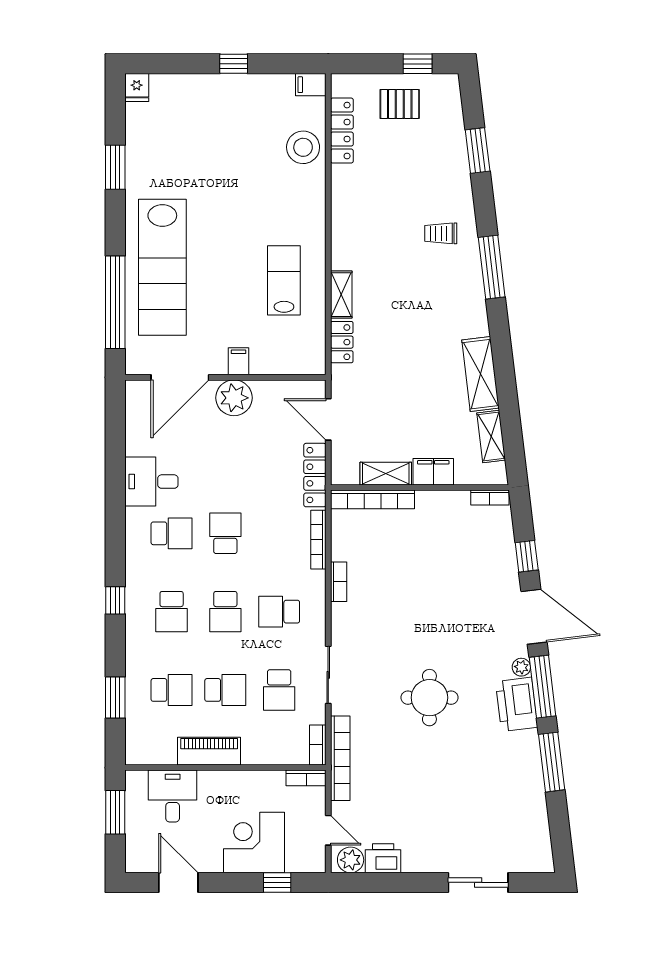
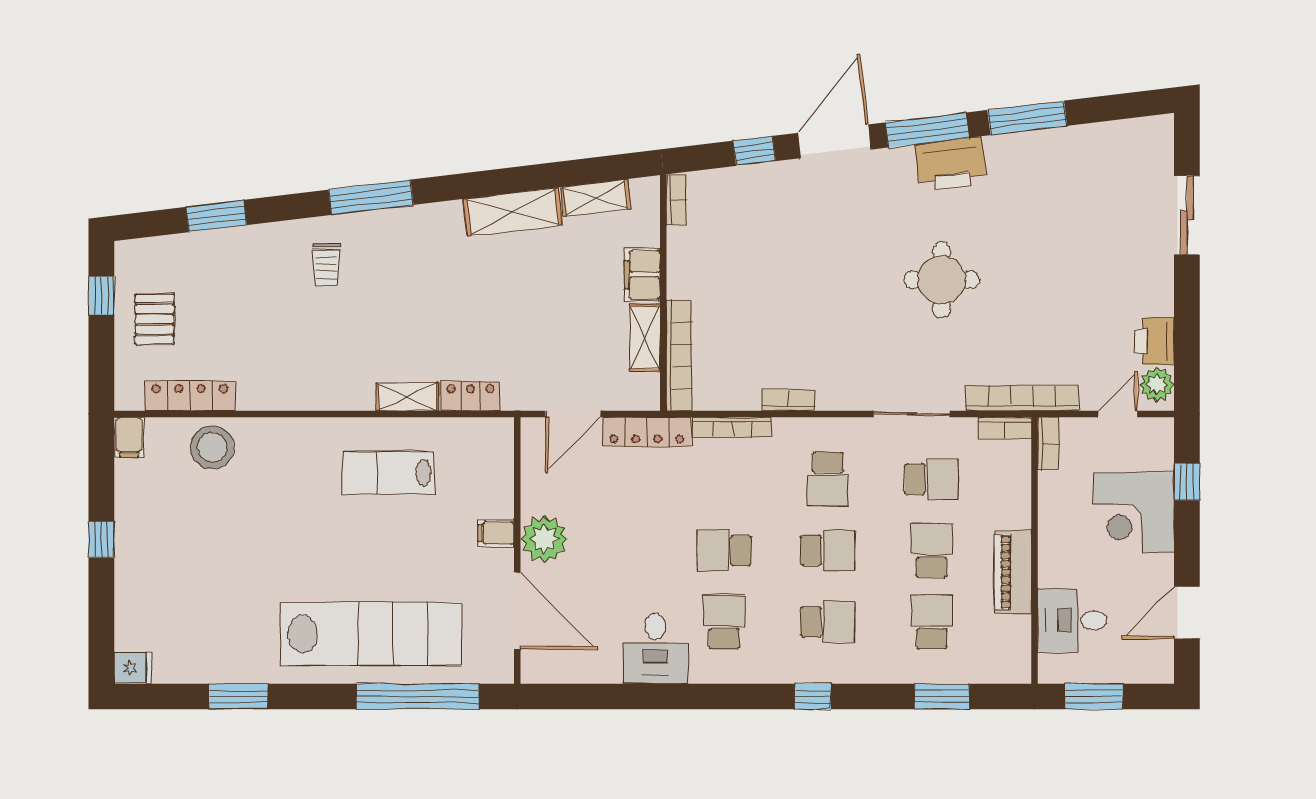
plant: (521, 667) -> (901, 158), removed

